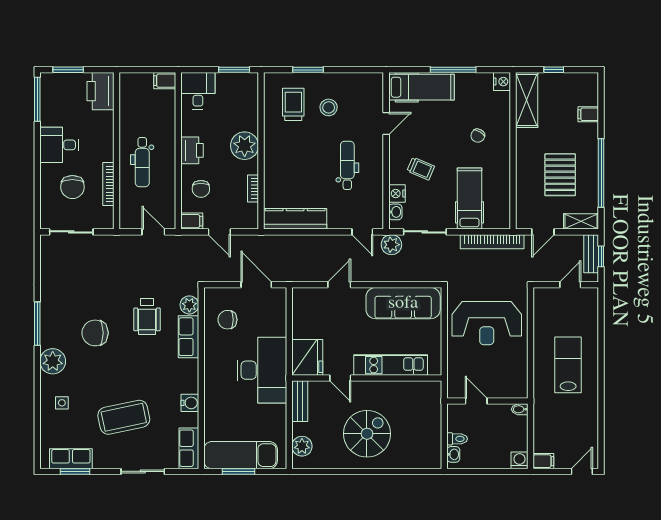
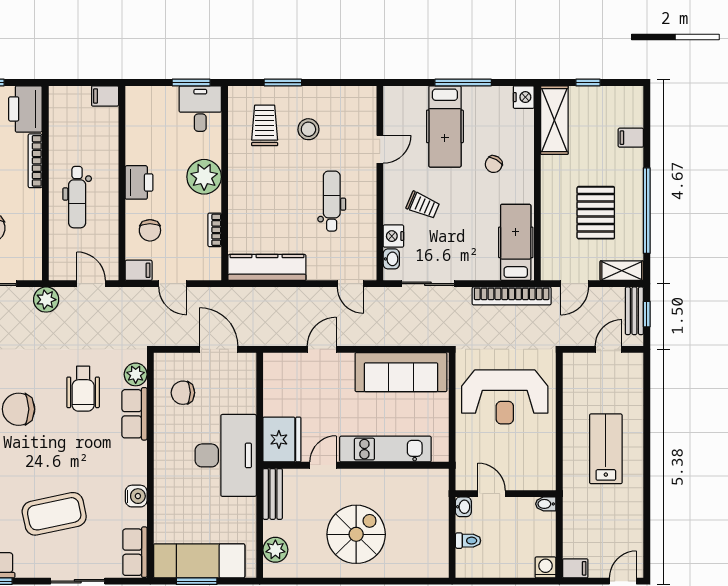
hospital bed: (422, 87) -> (445, 126), moved, turned 90
desk: (198, 91) -> (200, 109), moved
bookcase: (108, 184) -> (35, 161), moved
hospital bed: (470, 199) -> (516, 242), moved
plant: (391, 245) -> (46, 300), moved
door: (340, 378) -> (323, 465), swing flipped
washbasin: (453, 454) -> (463, 507), moved

